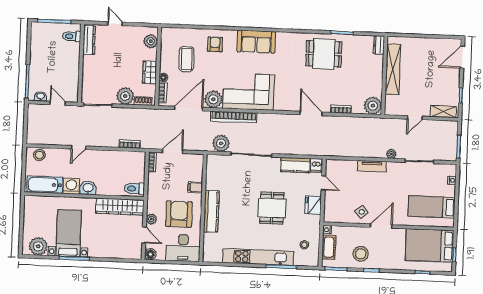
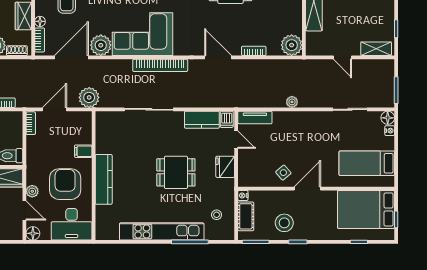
bookcase: (234, 117) -> (160, 65), moved
door: (415, 118) -> (342, 57), hinge flipped
plant: (221, 143) -> (89, 97), moved
plant: (391, 154) -> (292, 102), moved
tv unit: (372, 166) -> (255, 118), moved
floor lamp: (451, 170) -> (388, 118), added
dining table: (272, 208) -> (176, 172), turned 90

